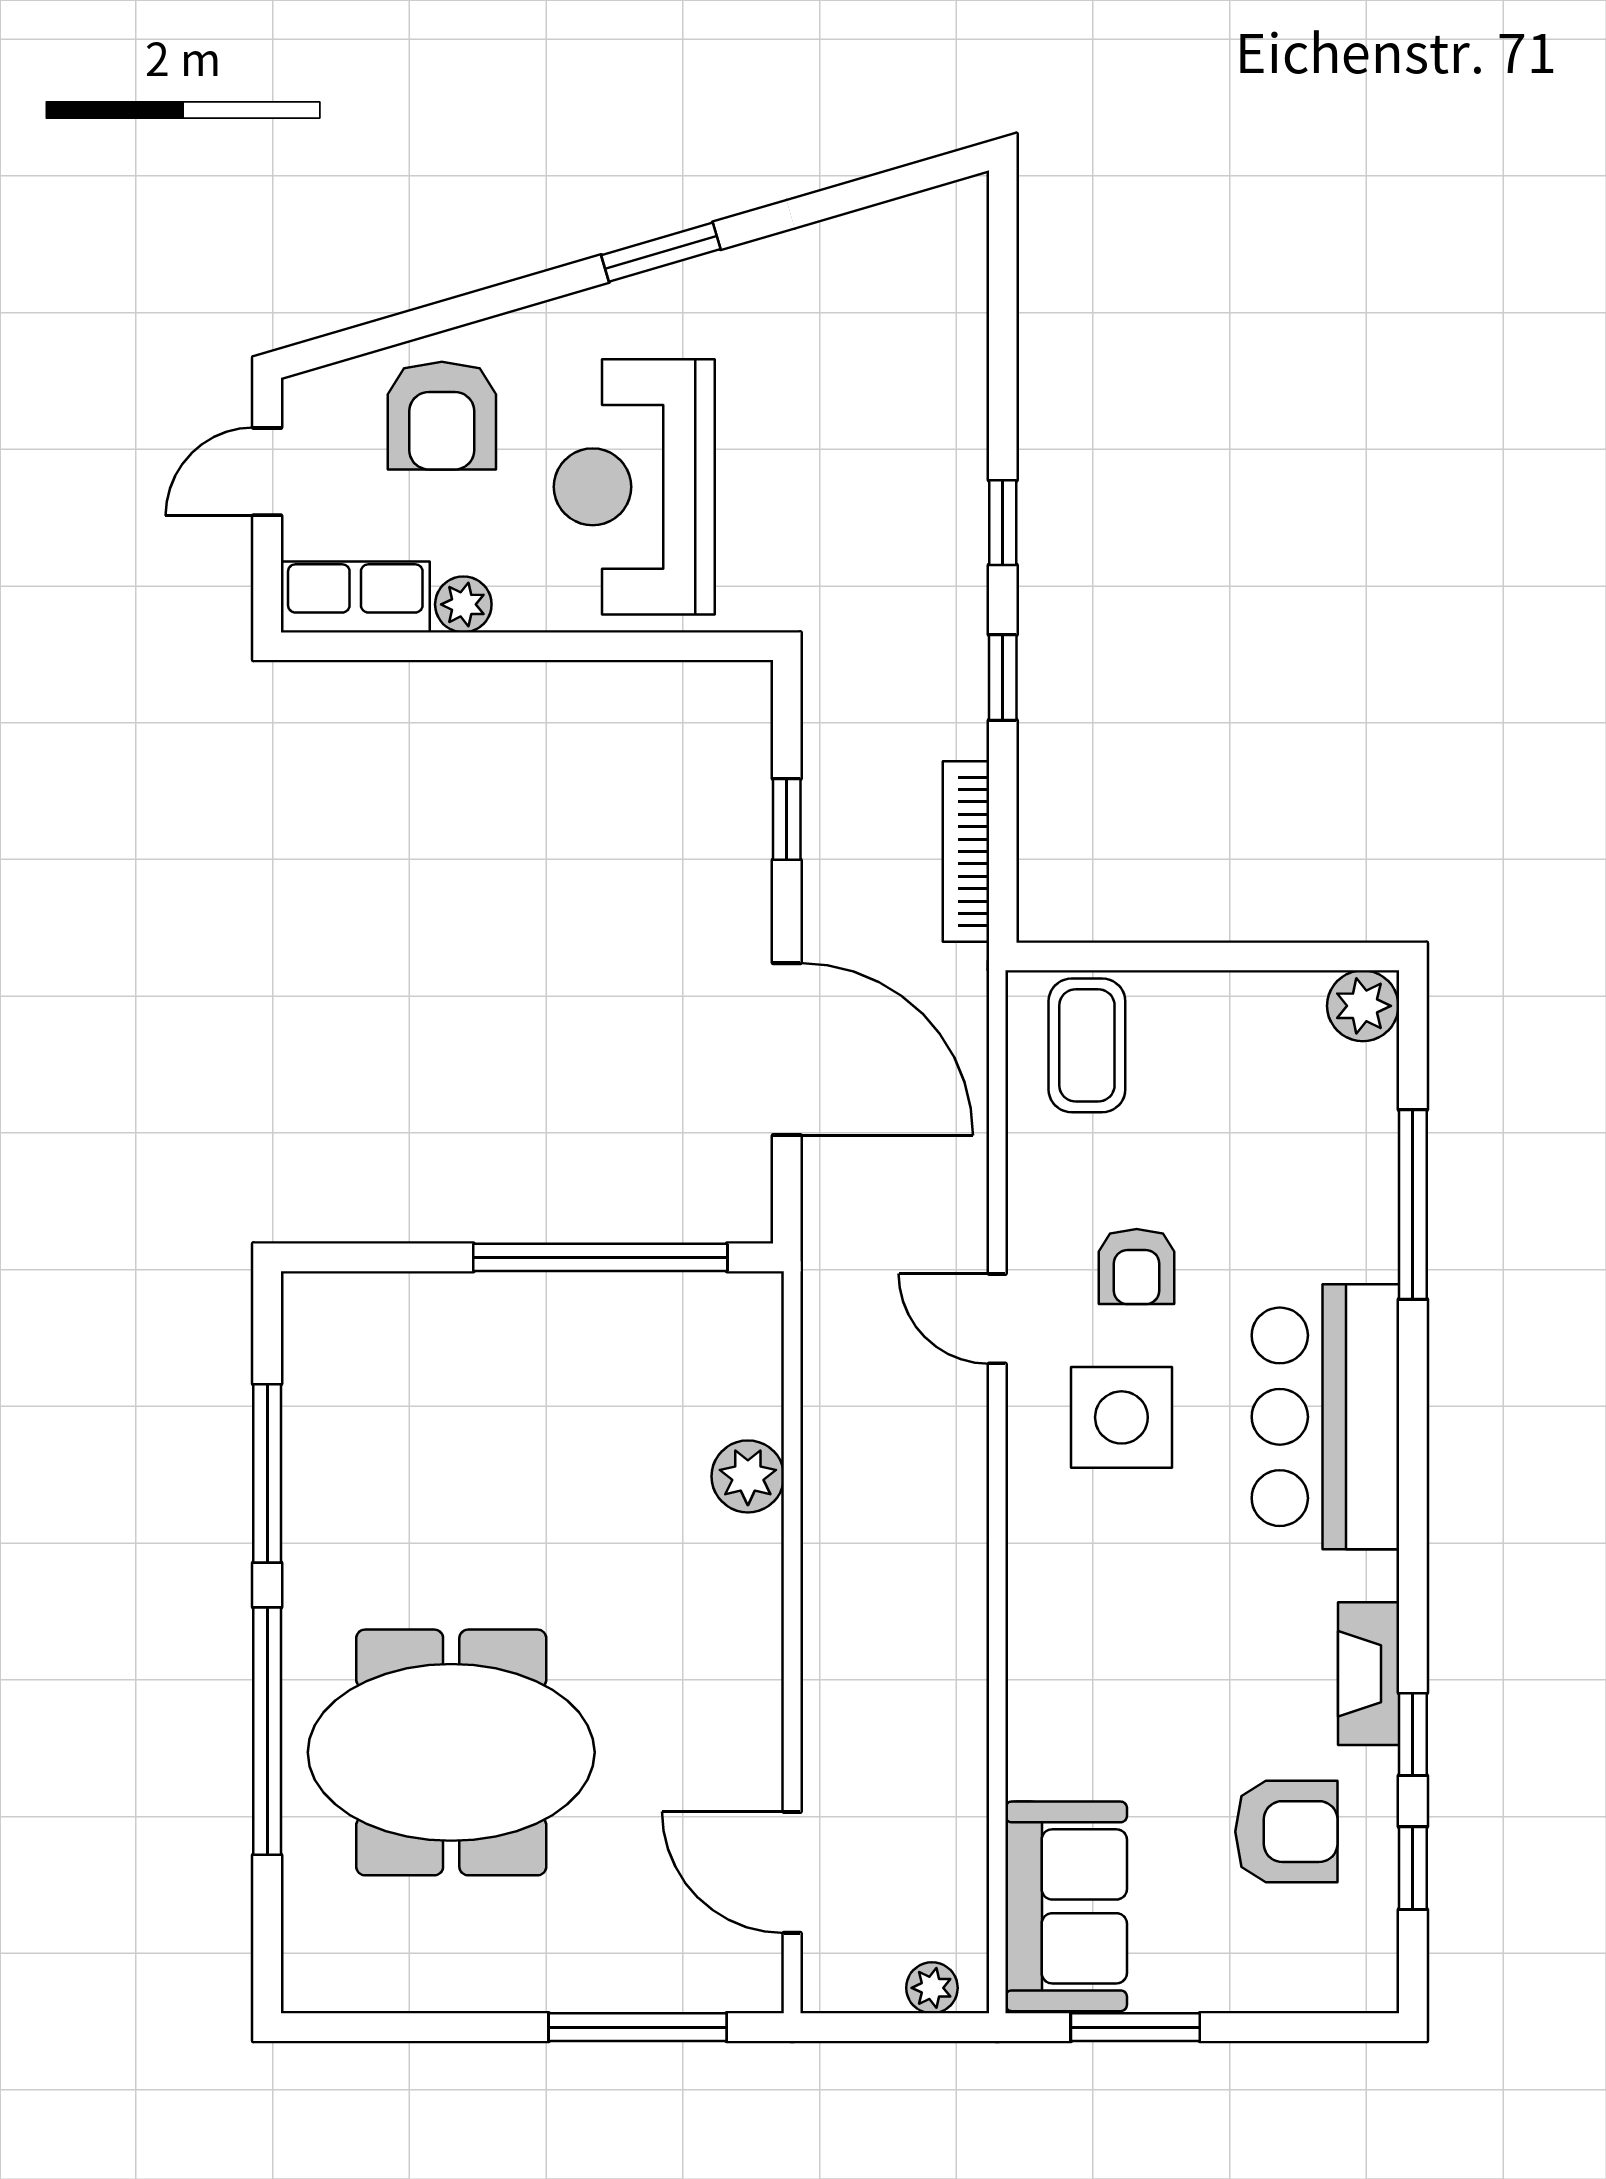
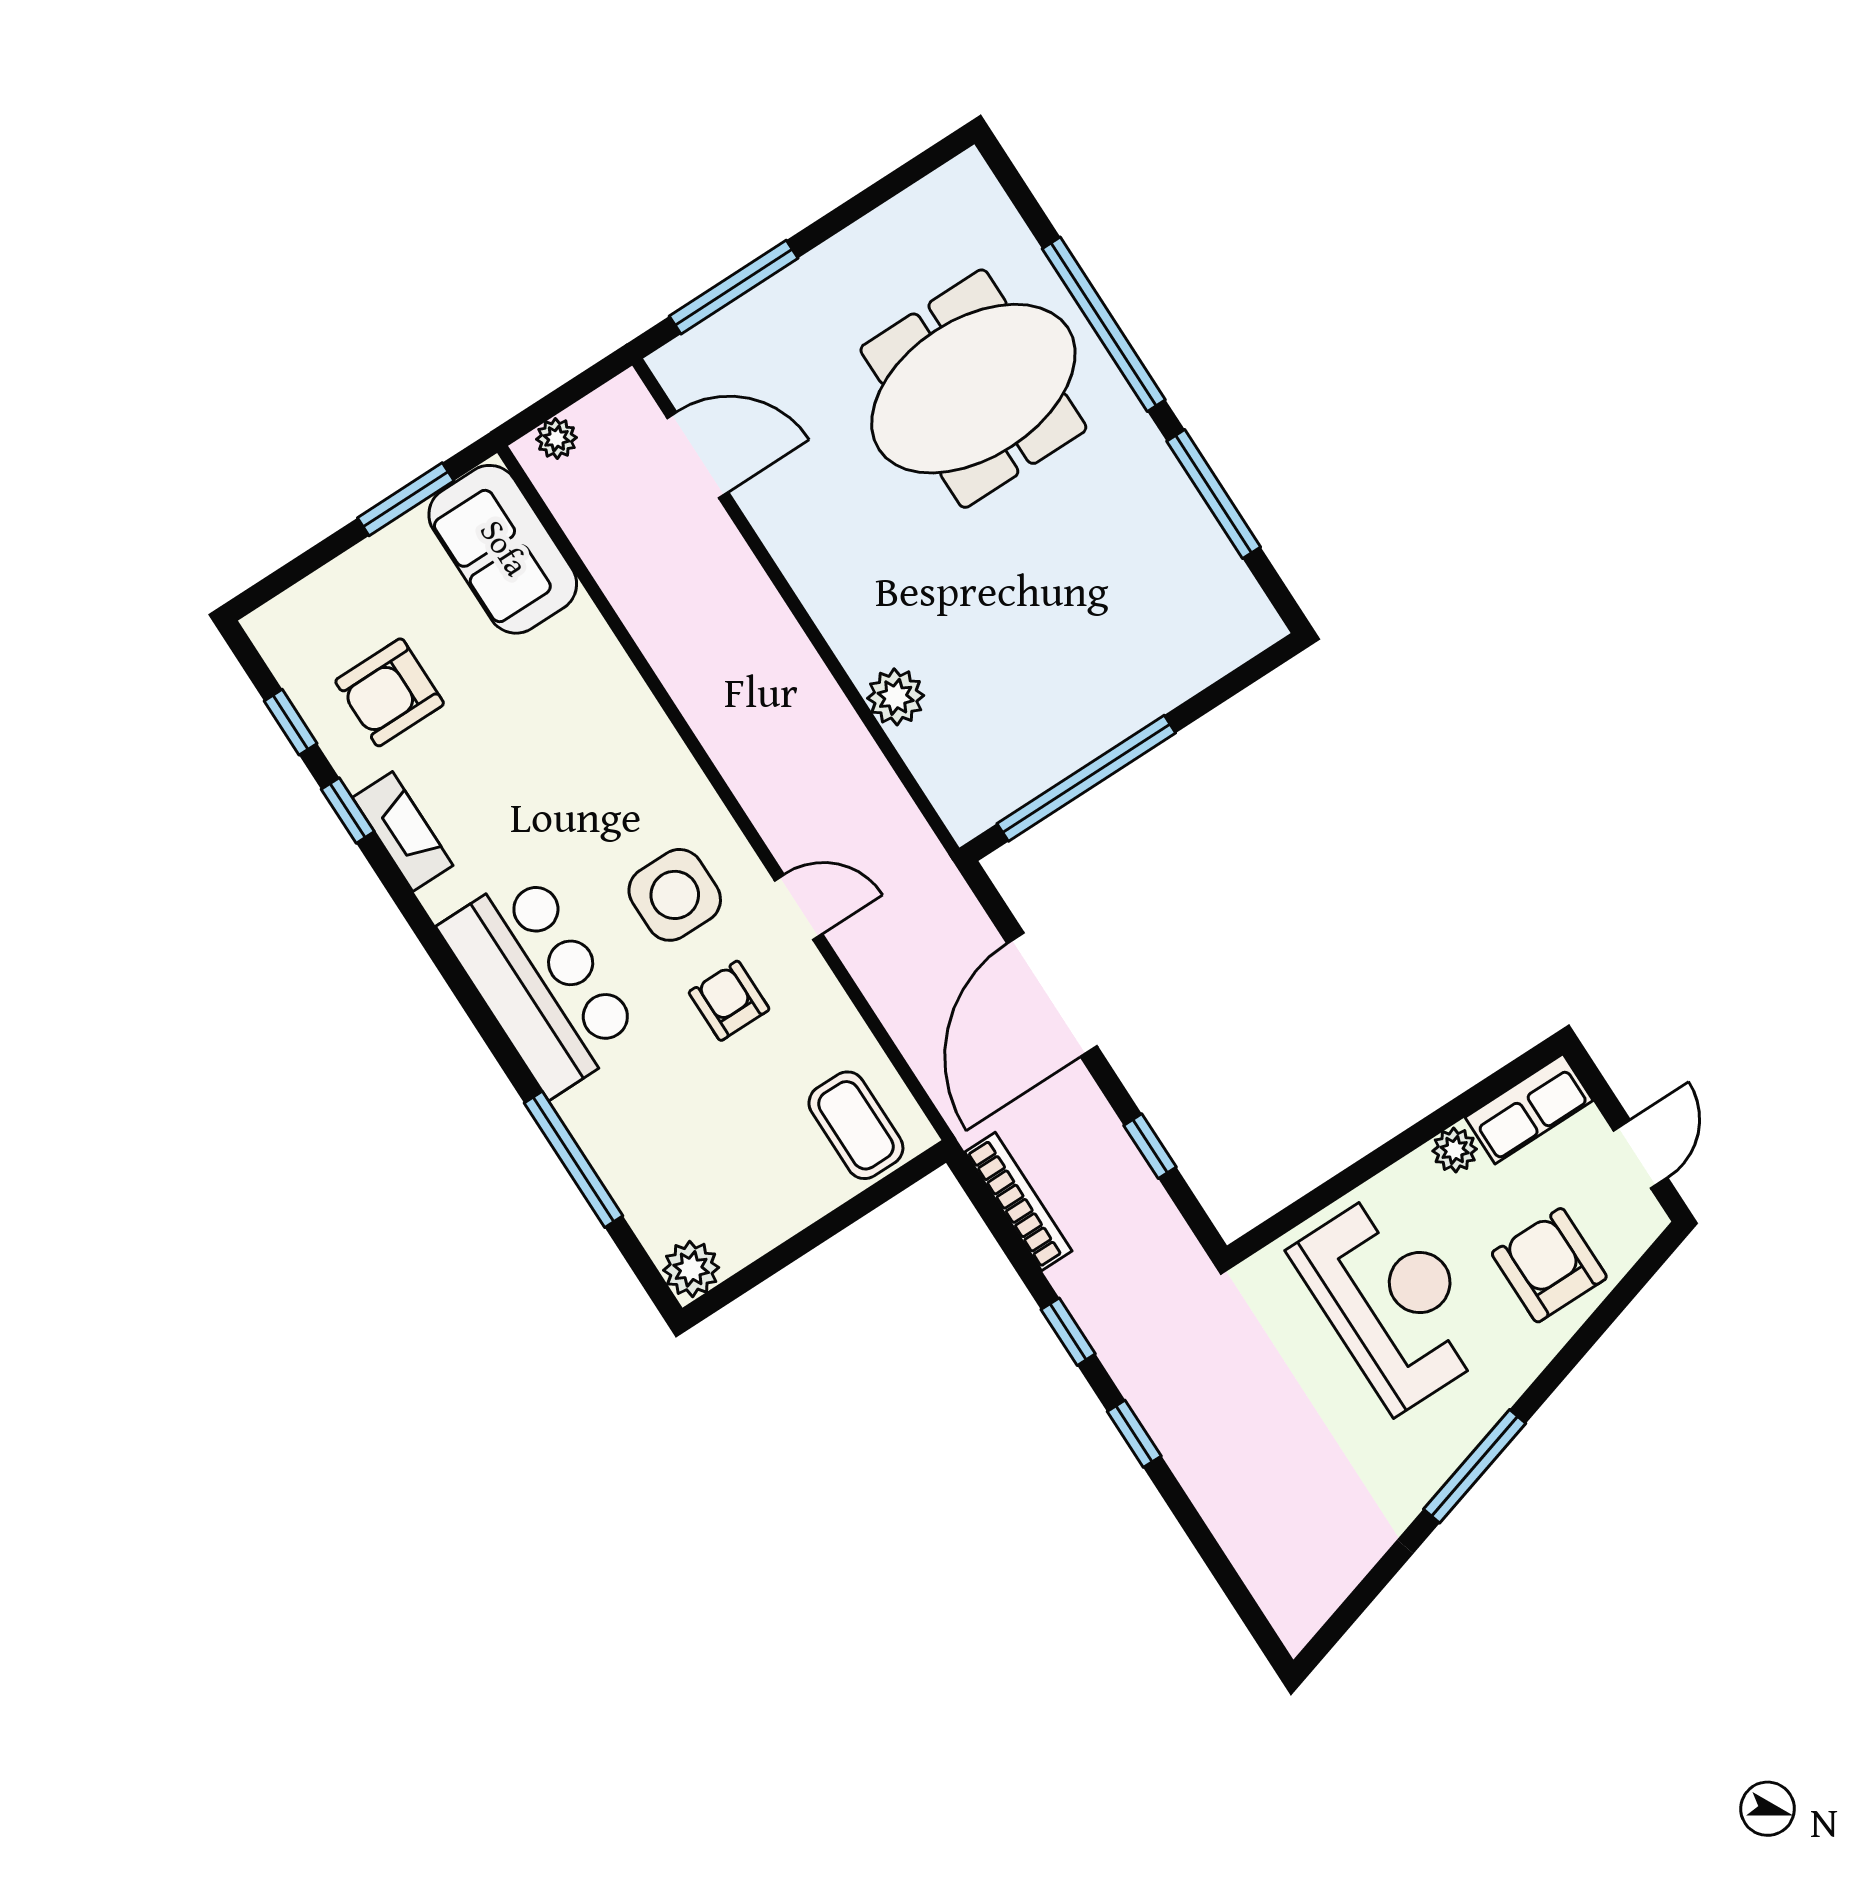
window: (661, 252) -> (1475, 1466), width x1.44
door: (787, 1049) -> (1052, 995), hinge flipped

